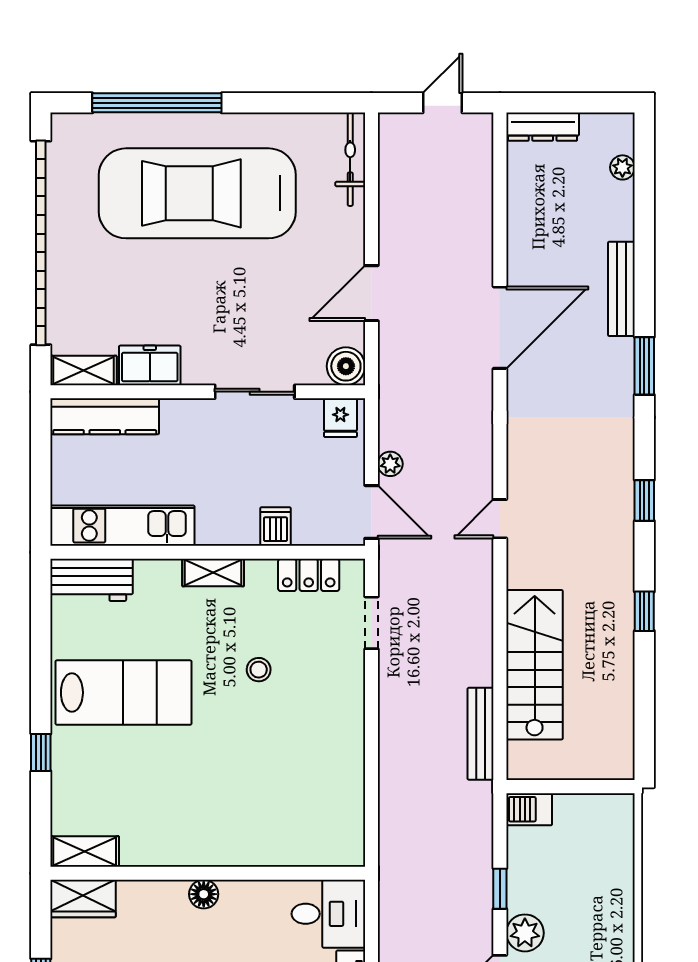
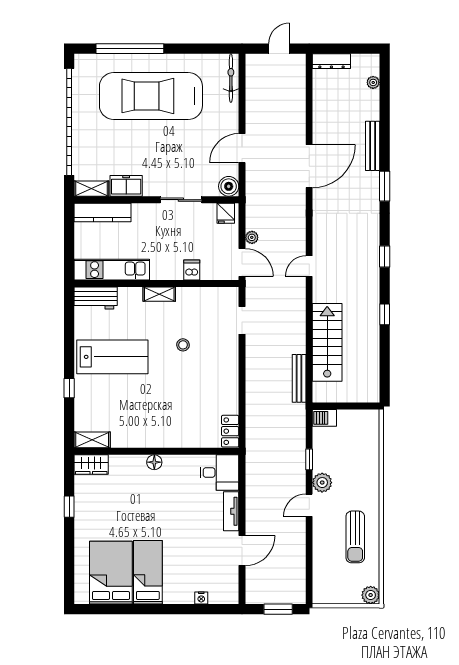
locker: (309, 575) -> (230, 431), moved, turned 90

